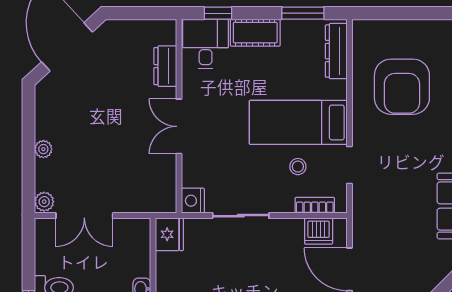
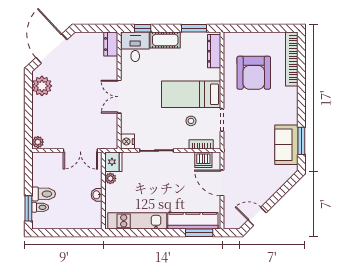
dresser: (165, 66) -> (111, 44), moved
plant: (43, 149) -> (42, 86), moved, width x1.88, depth x1.88
double door: (84, 216) -> (80, 151), moved
plant: (165, 262) -> (110, 178), added

